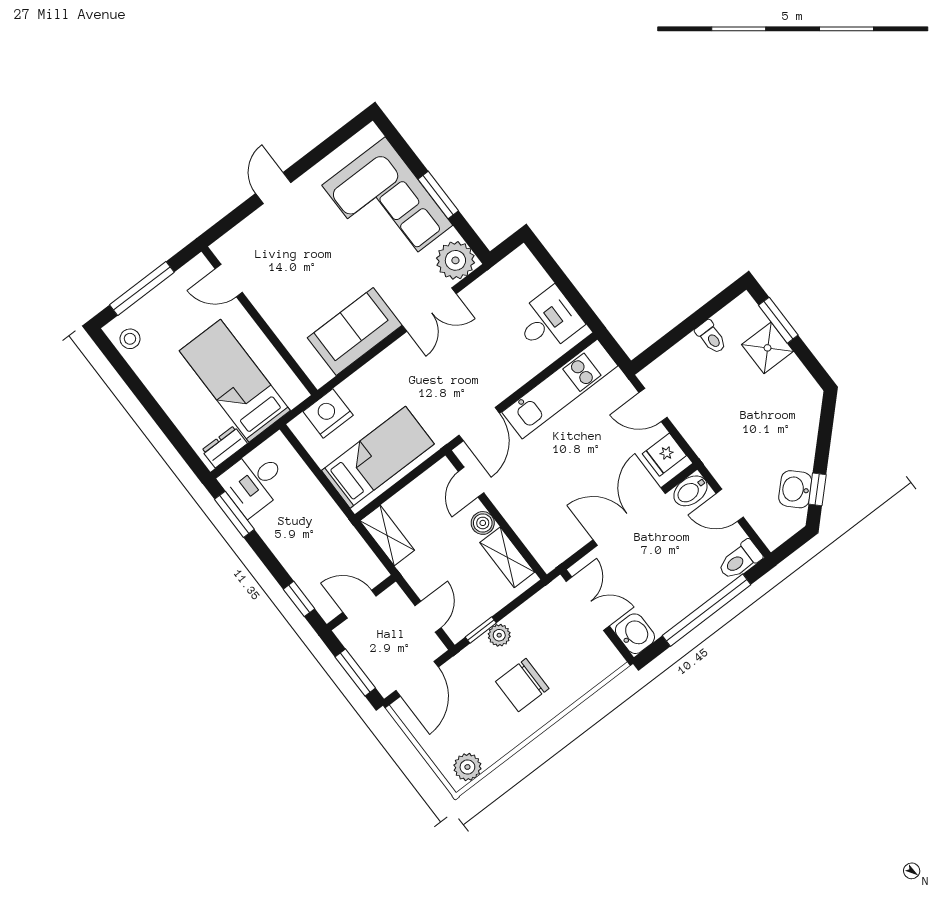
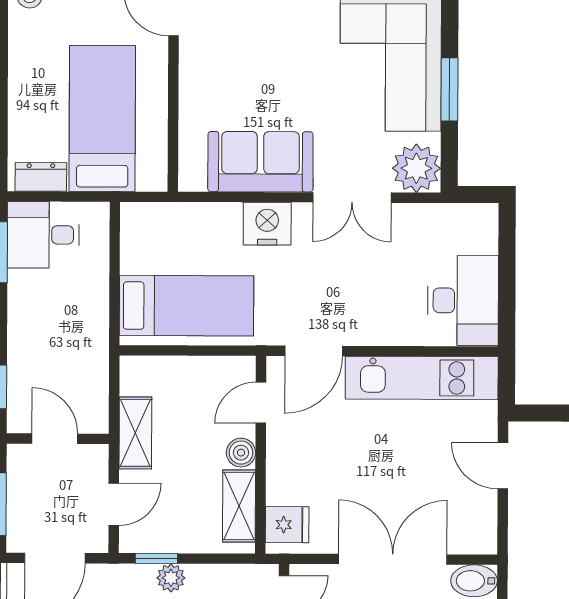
desk: (548, 321) -> (463, 300), width x1.37
nightstand: (328, 413) -> (267, 224), moved
fridge: (664, 455) -> (287, 525), moved, turned 180
shelving: (387, 536) -> (135, 433), moved

